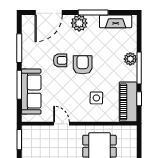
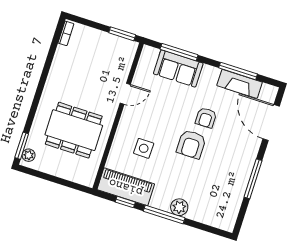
fireplace: (116, 21) -> (240, 84), moved, turned -90
plant: (79, 23) -> (245, 157), removed
armchair: (83, 65) -> (191, 144), turned 90
window: (19, 85) -> (179, 52), moved
sofa: (31, 92) -> (178, 68), width x0.73

